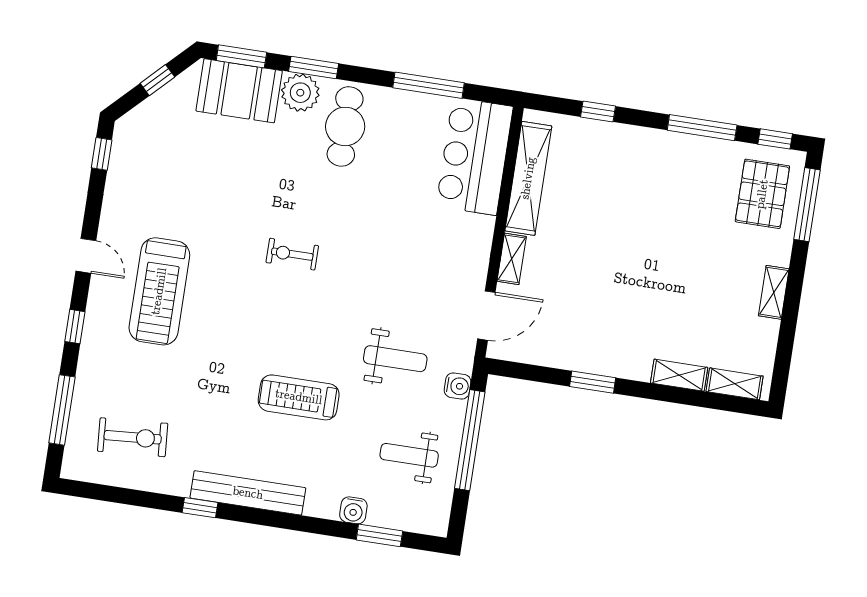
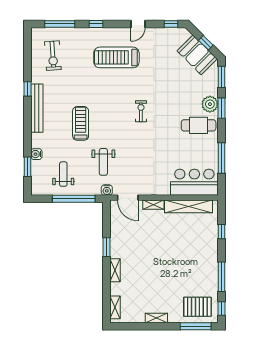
booth: (239, 91) -> (197, 55), moved, turned -45
door: (86, 256) -> (138, 24), moved
shelving: (679, 375) -> (115, 270), moved
water cooler: (458, 386) -> (107, 190), moved

